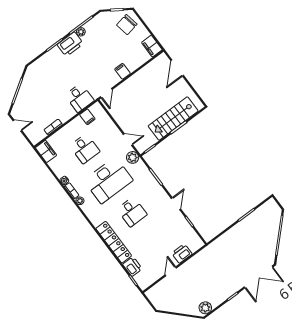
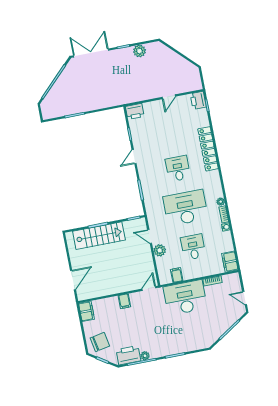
printer: (70, 44) -> (128, 355), moved
desk: (79, 98) -> (185, 298), width x1.87, depth x1.30
plant: (133, 157) -> (160, 250), moved
printer: (182, 253) -> (135, 111), moved
printer: (132, 267) -> (198, 100), moved
plant: (205, 308) -> (139, 51), moved

